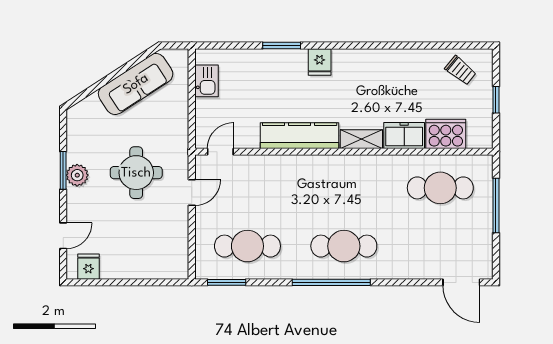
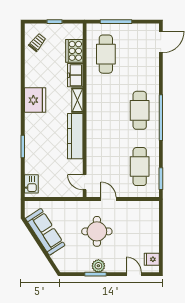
fridge: (320, 62) -> (35, 100), moved, width x1.88, depth x1.34
kitchen sink: (206, 81) -> (31, 184), moved, turned 90

